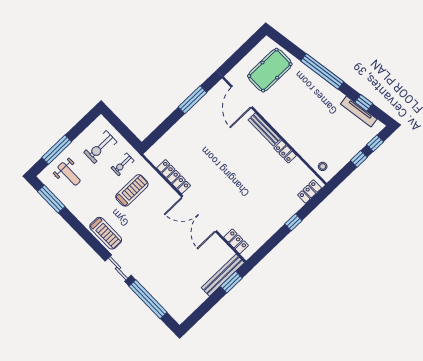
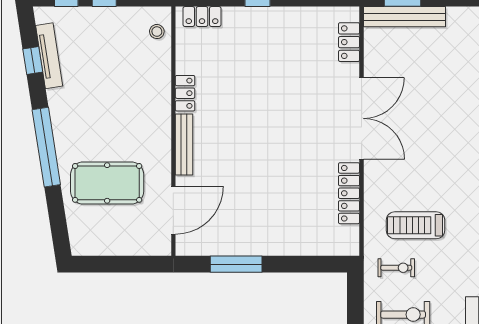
pool table: (270, 70) -> (107, 183), moved

